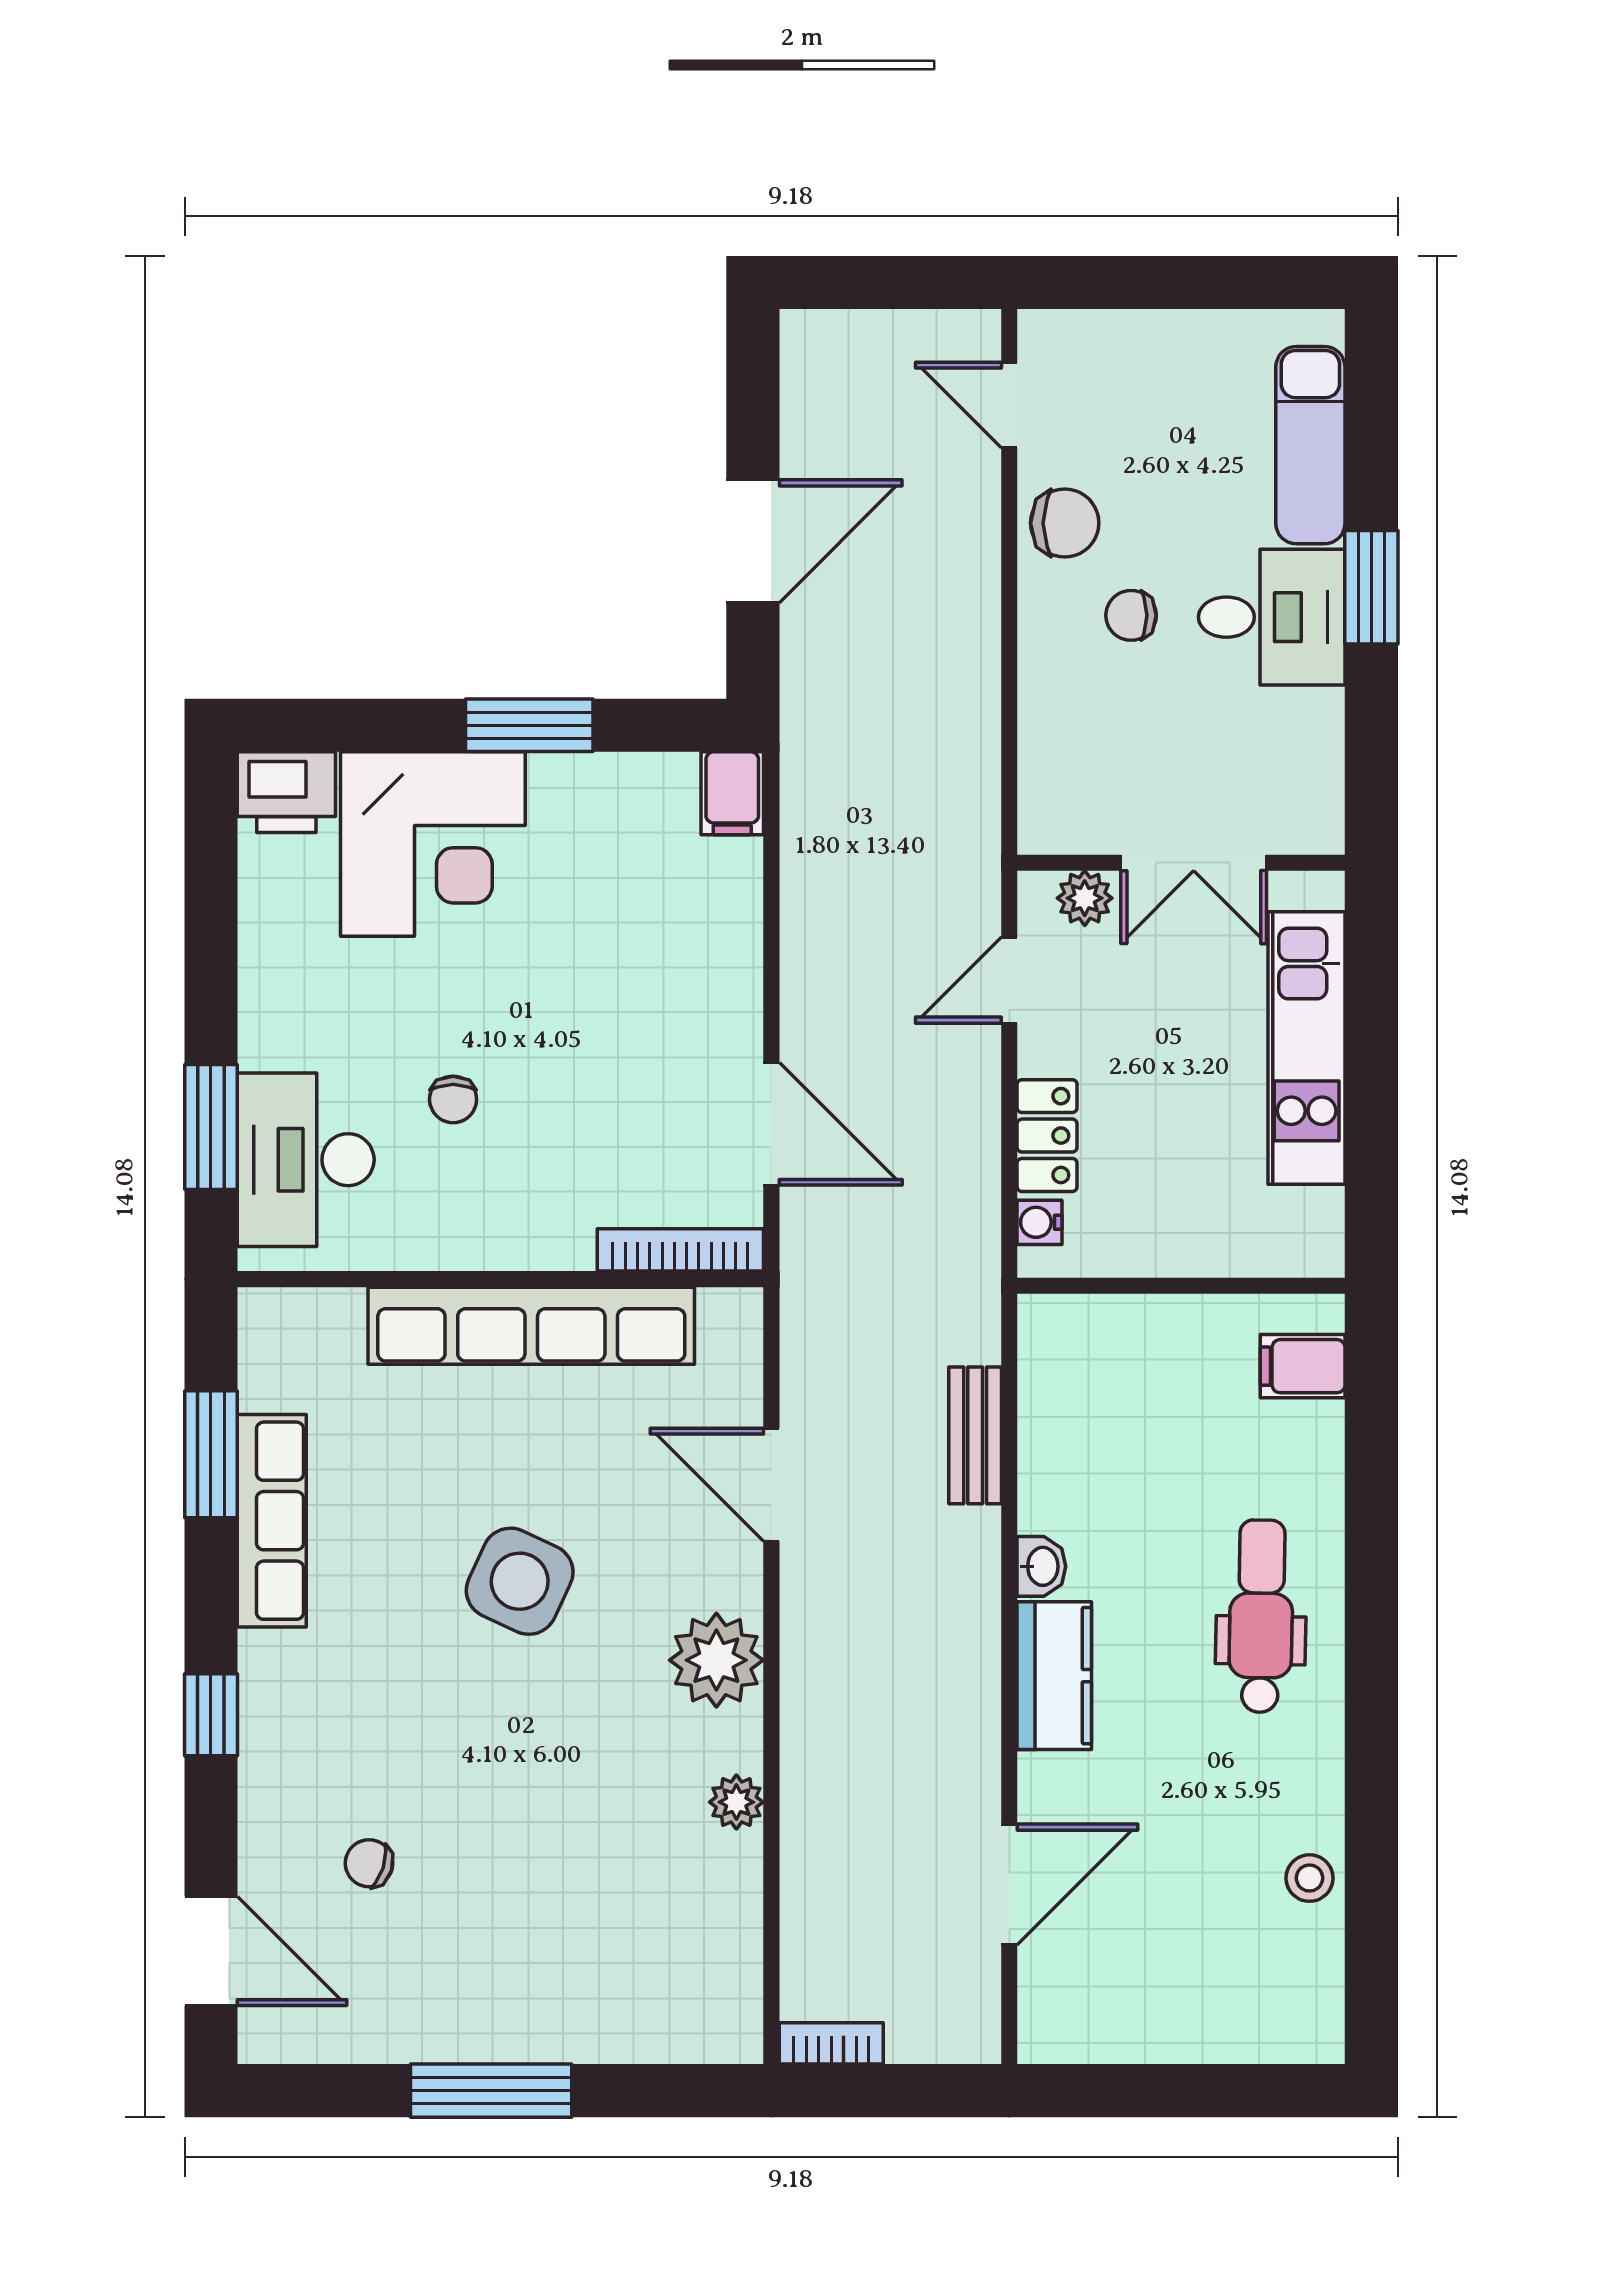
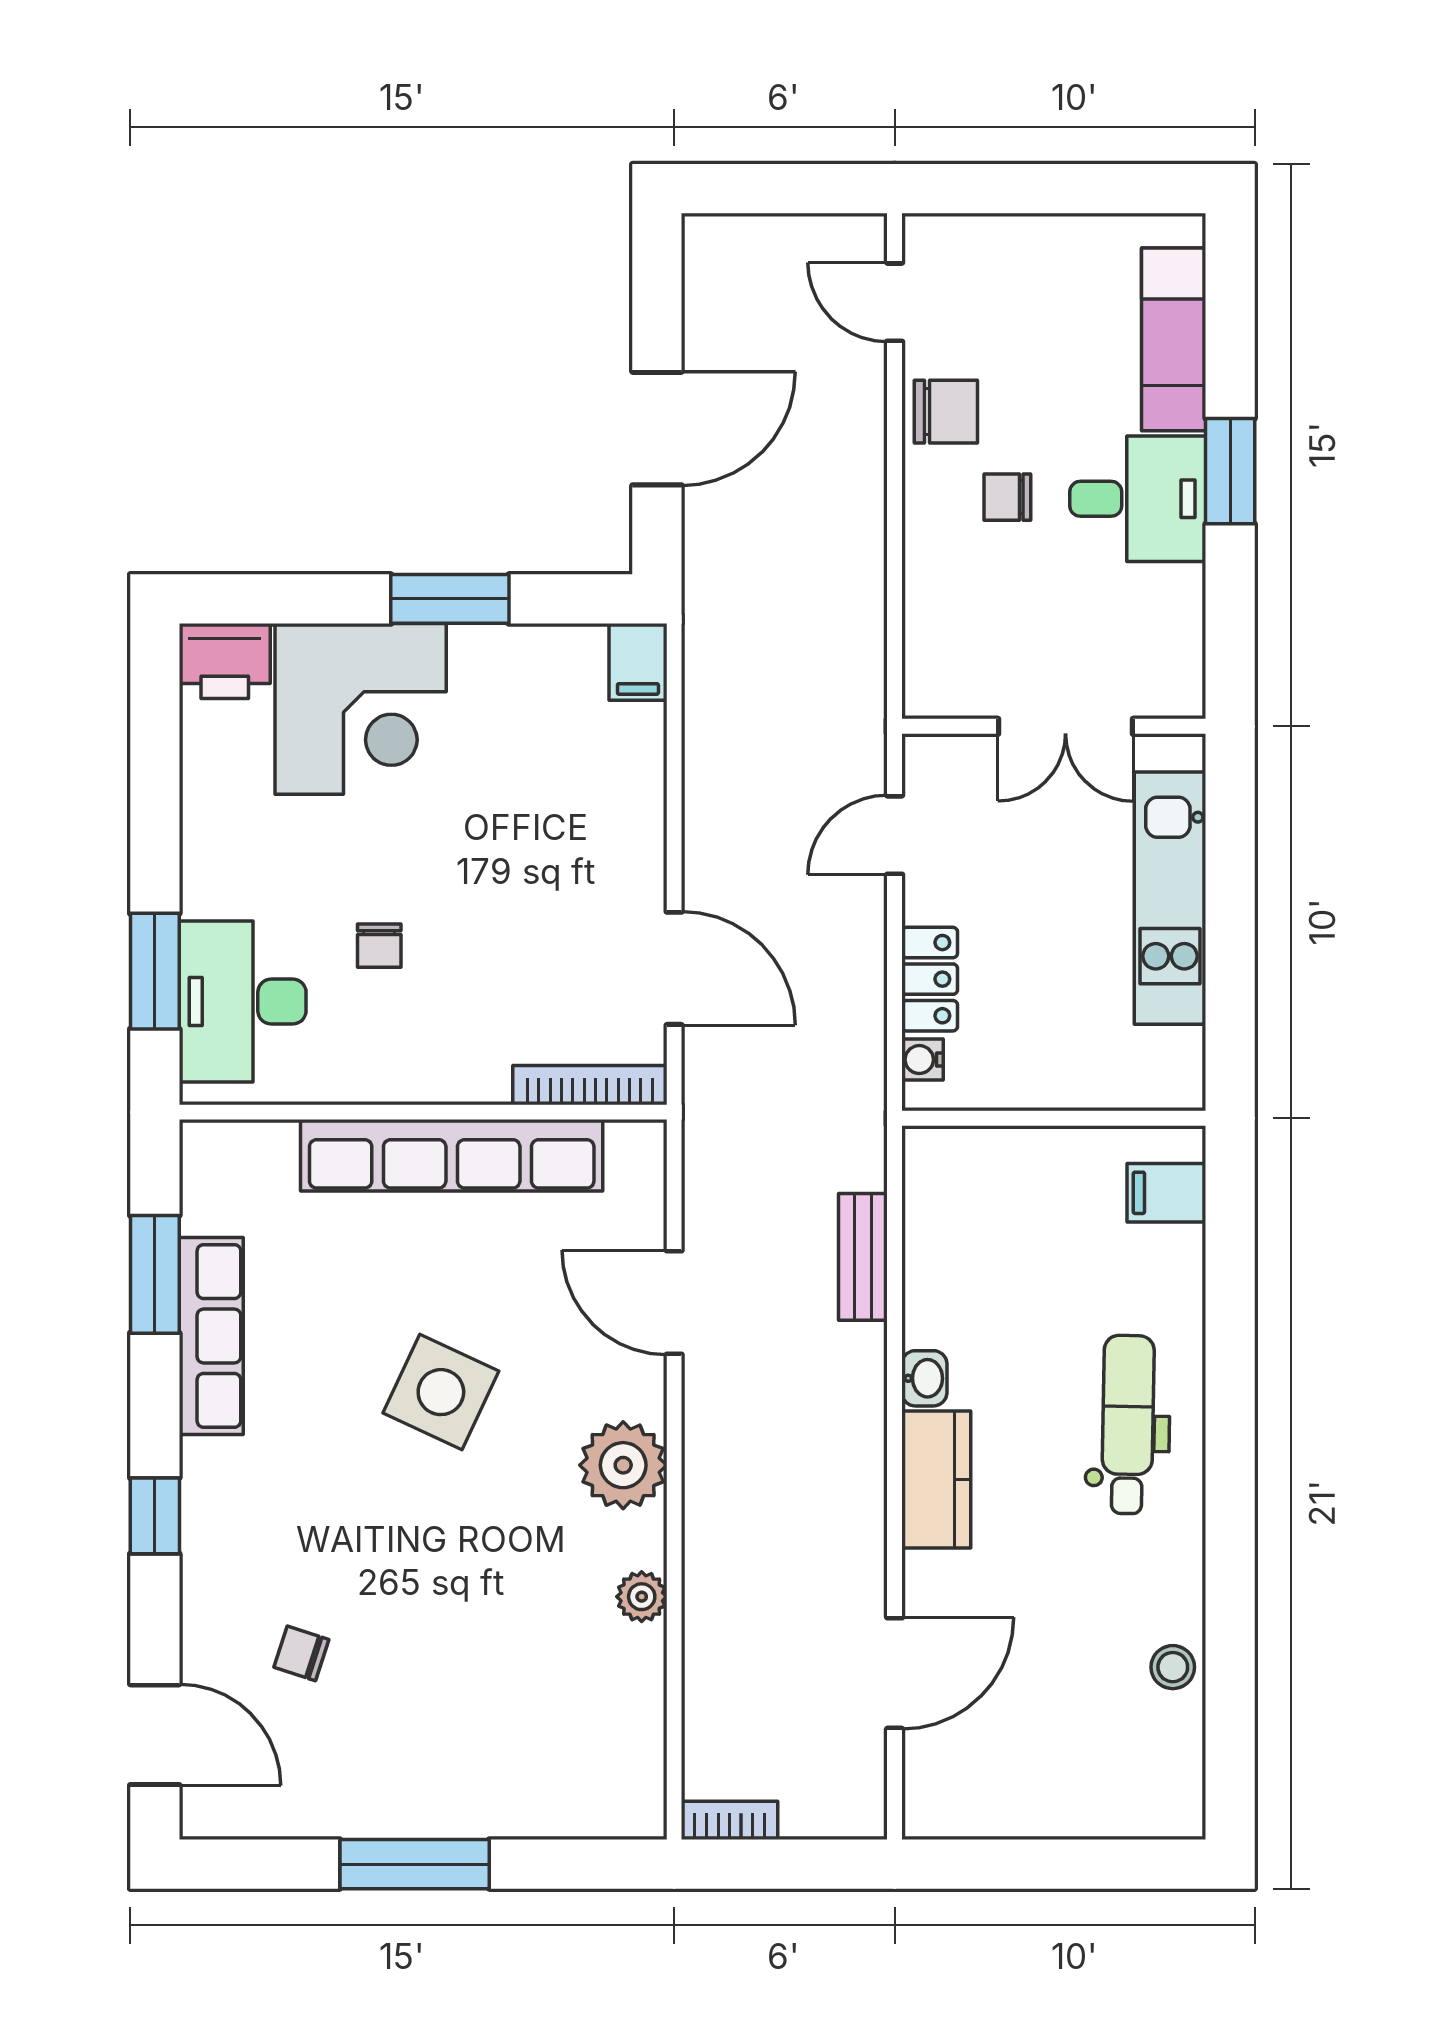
plant: (1085, 898) -> (964, 759), removed

